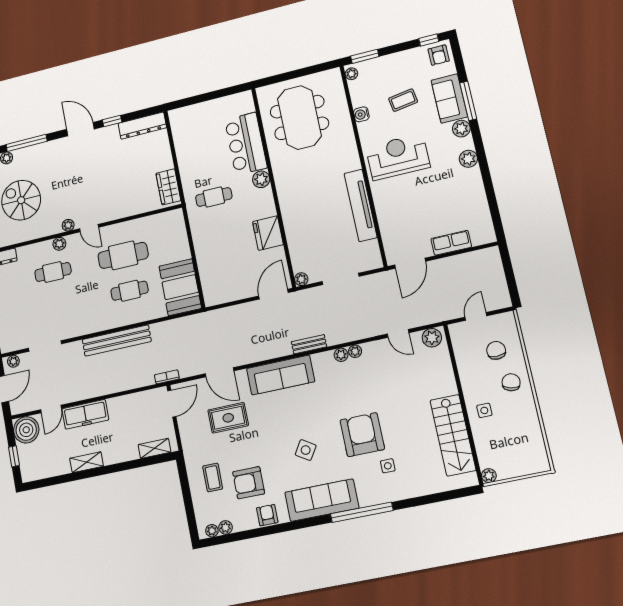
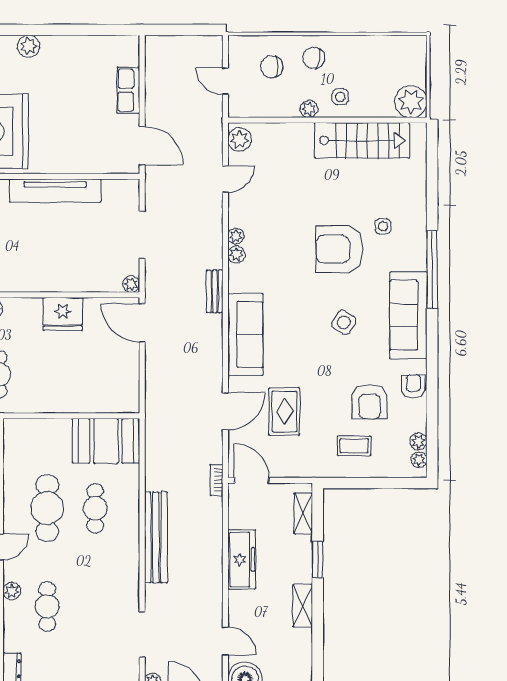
plant: (469, 387) -> (309, 109), added
freezer: (85, 414) -> (242, 560), moved
window: (123, 467) -> (318, 559), added
plant: (489, 476) -> (411, 102), width x1.87, depth x1.87
armchair: (267, 515) -> (413, 386), turned 90

